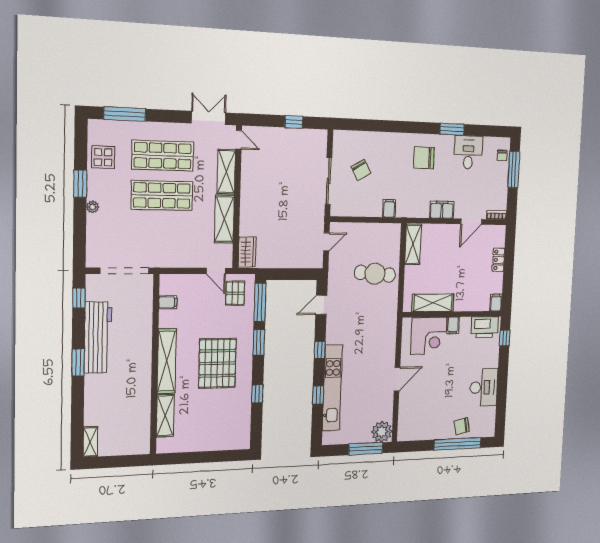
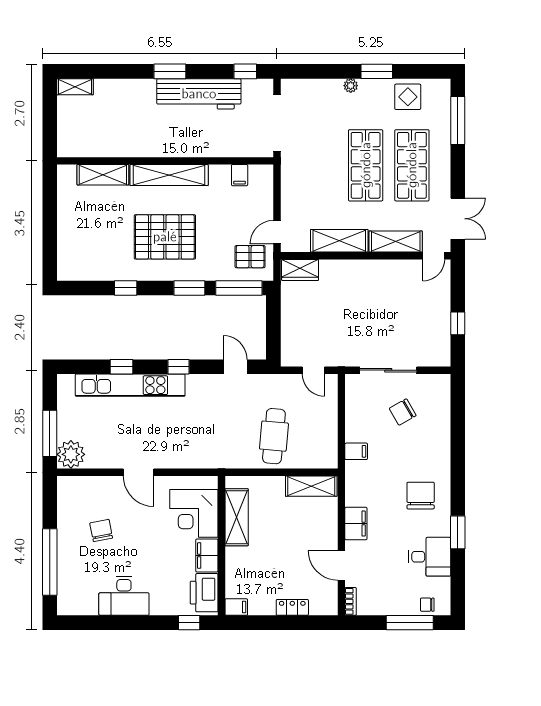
filing cabinet: (453, 325) -> (207, 555), width x2.00
chair: (462, 426) -> (101, 530), moved

